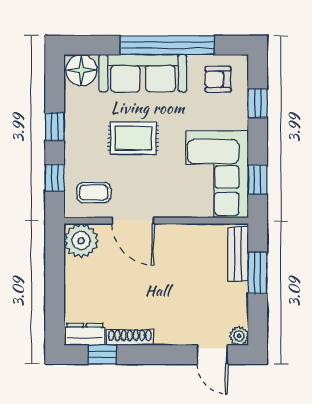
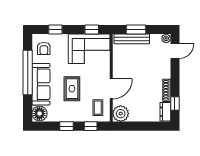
bench: (238, 254) -> (132, 39), width x1.36

